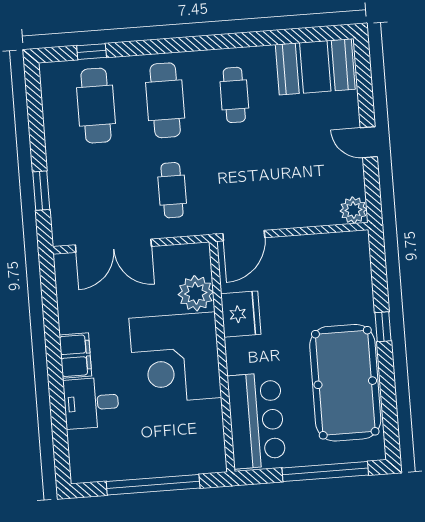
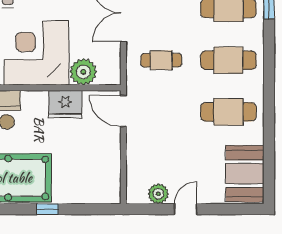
cafe table: (234, 95) -> (228, 112), width x1.37, depth x1.35
plant: (353, 210) -> (158, 194), moved

